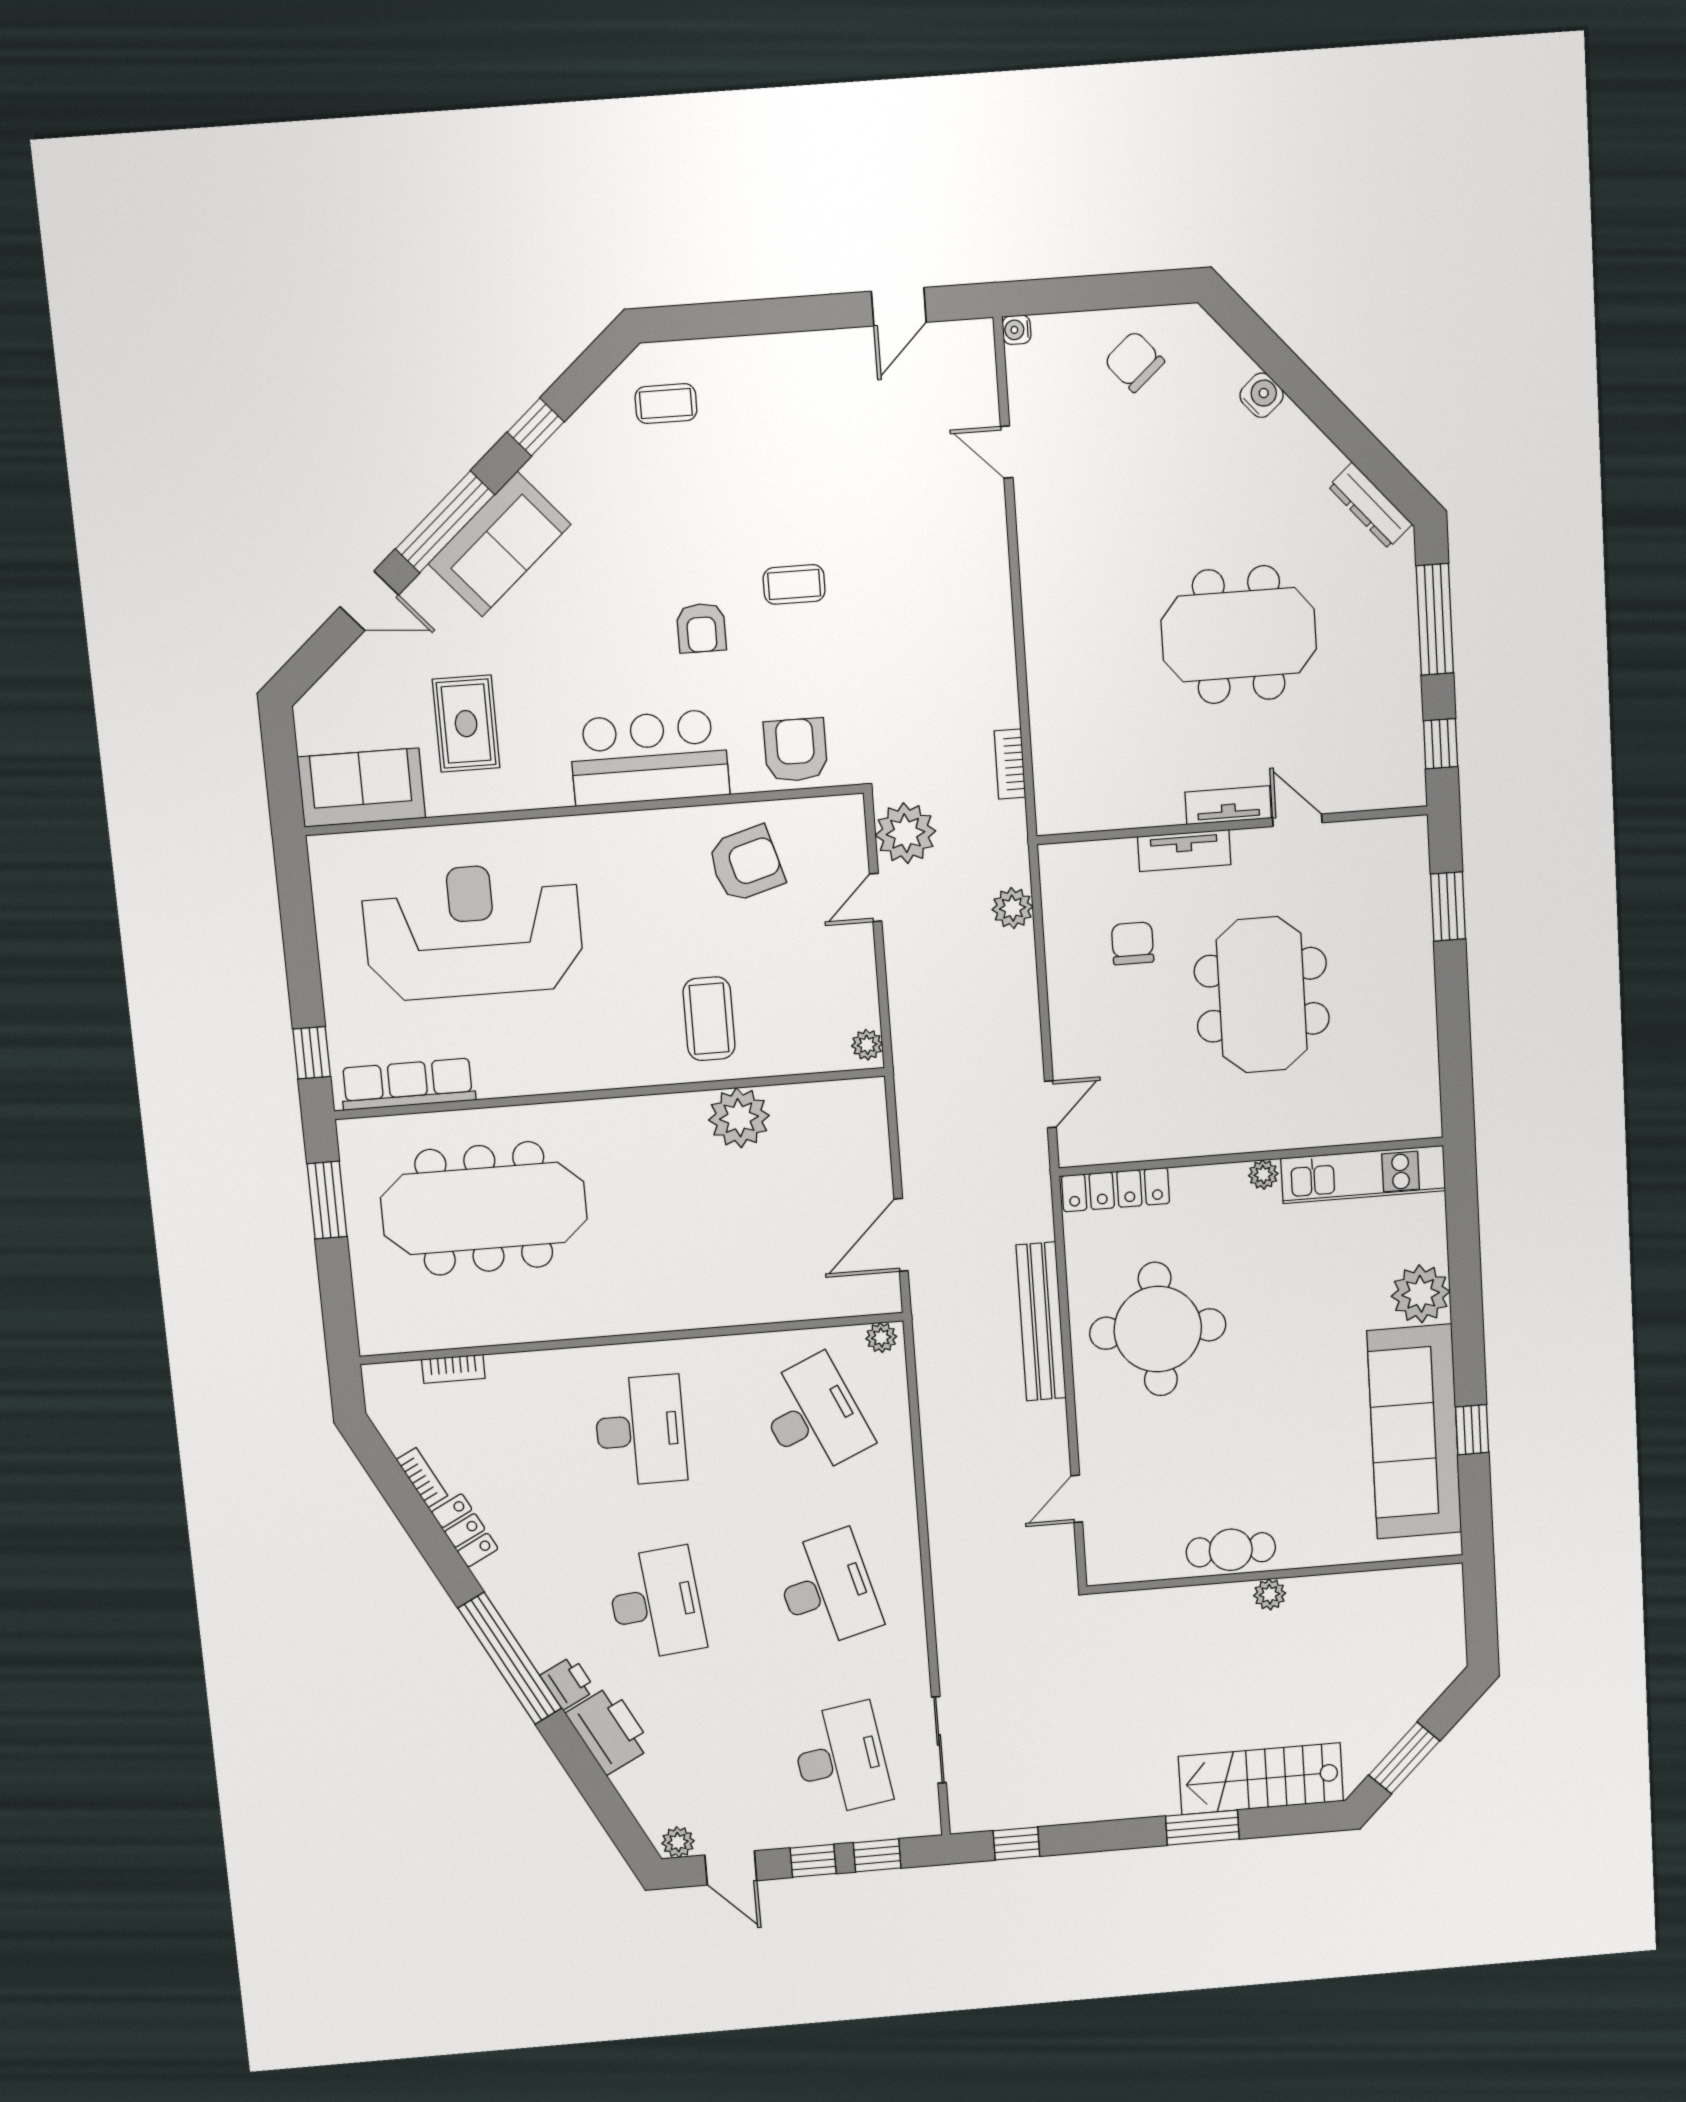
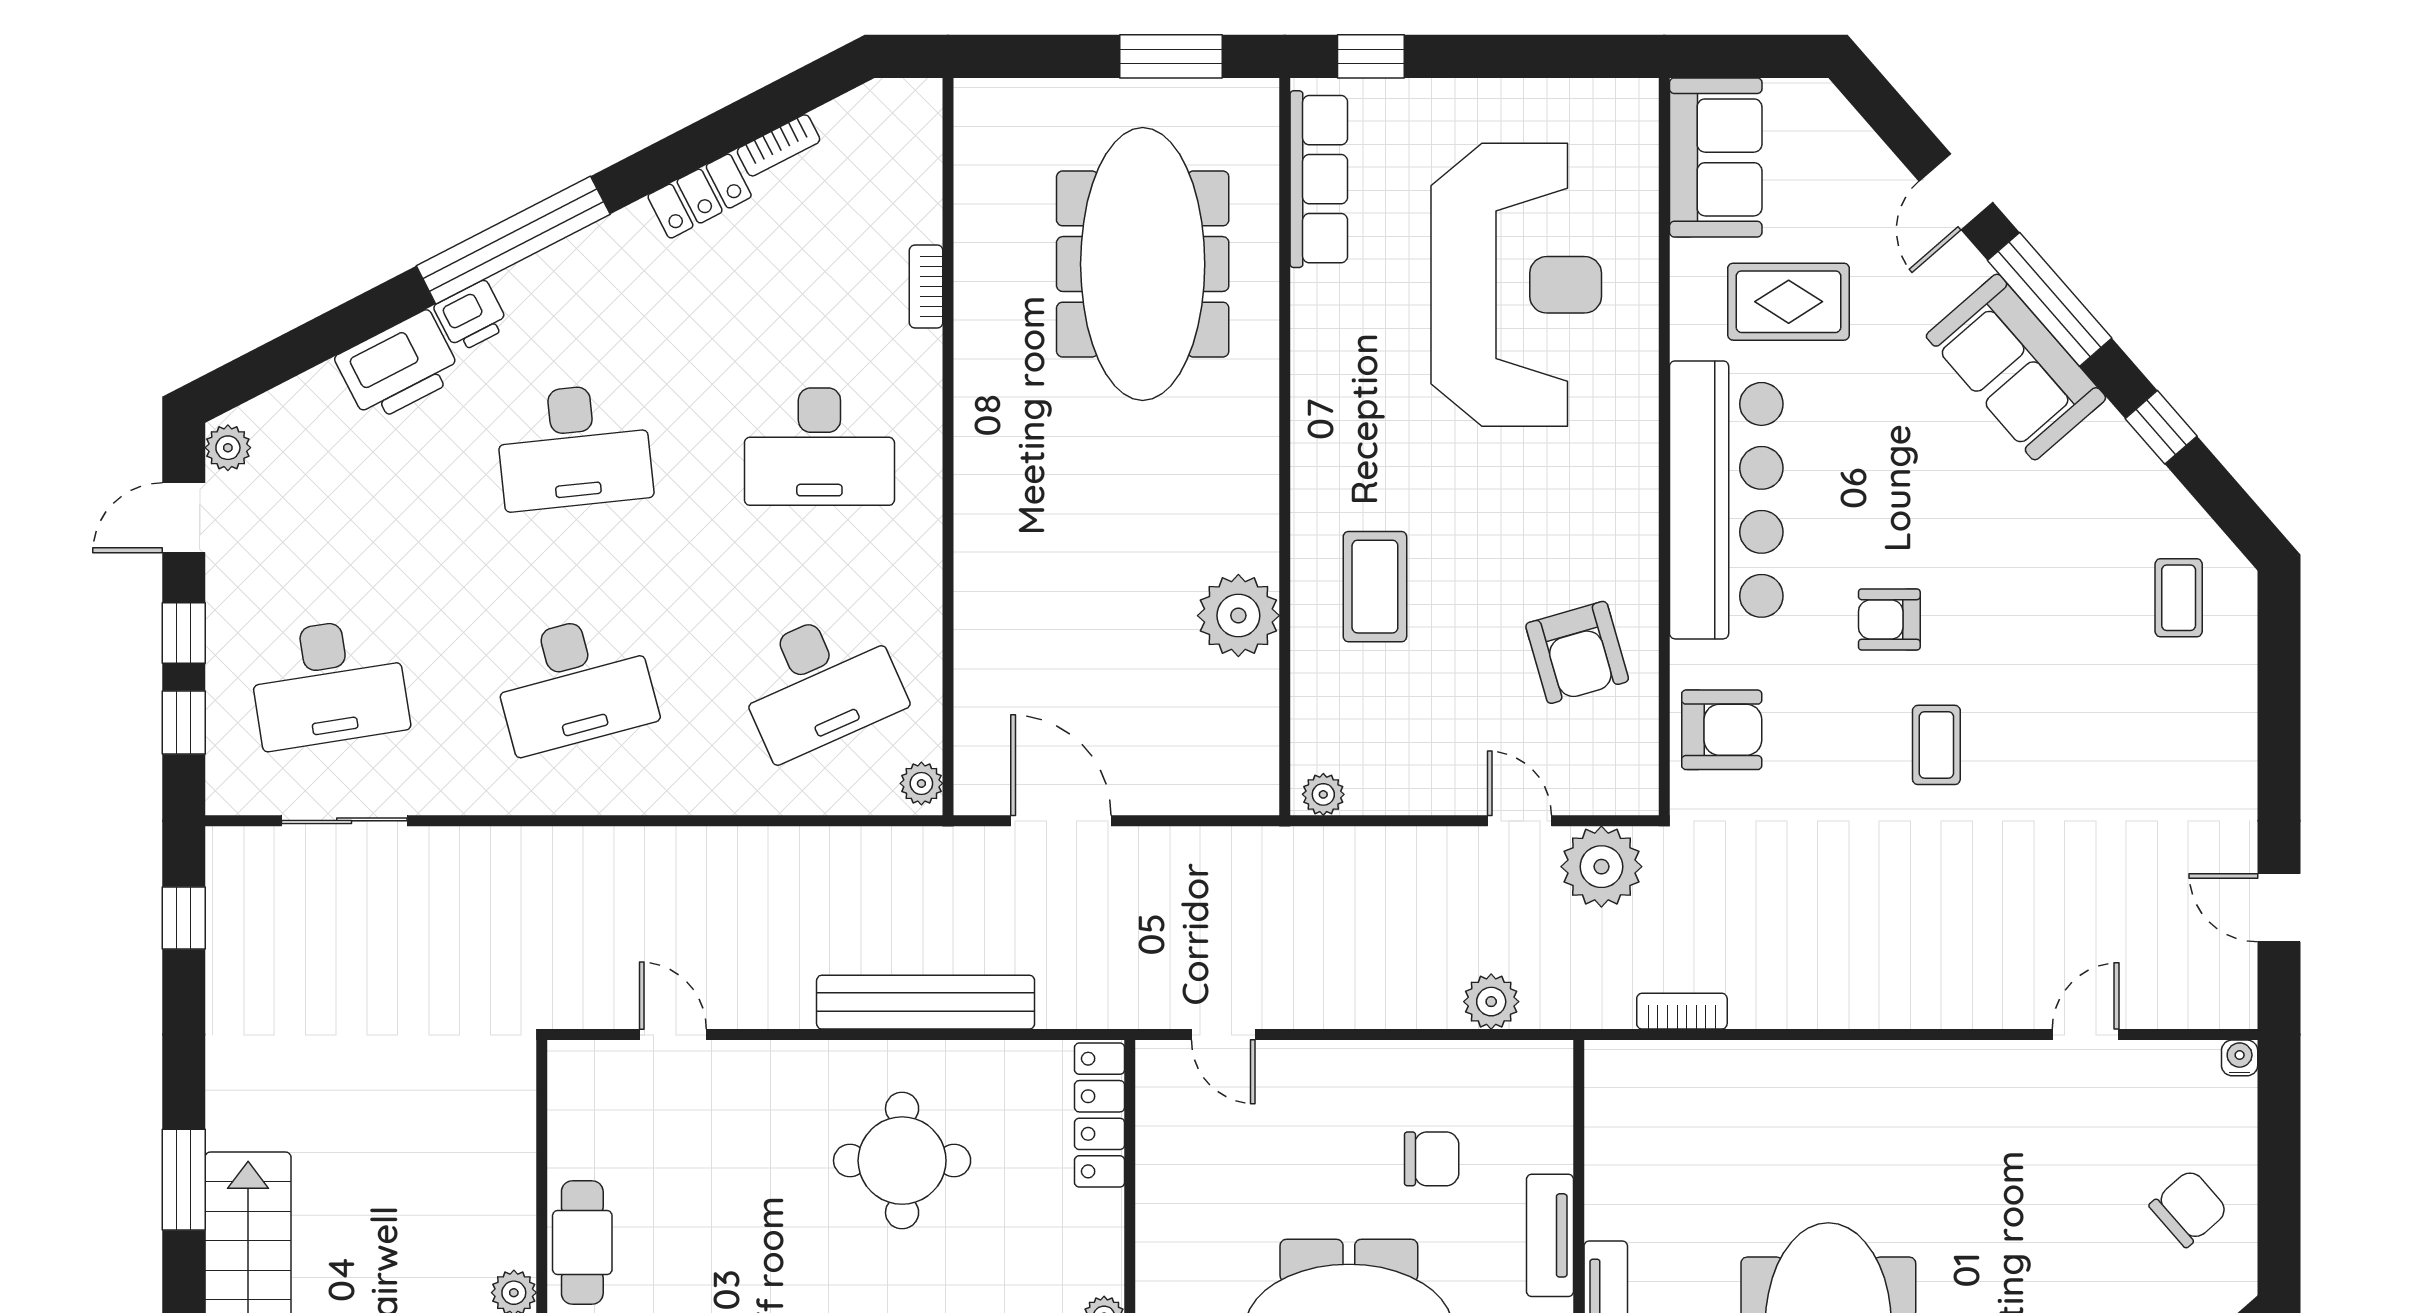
bar counter: (649, 758) -> (1726, 500), width x1.36
coffee table: (709, 1019) -> (1375, 587), turned 90
round table: (1158, 1329) -> (902, 1161), width x0.73, depth x0.73
bookcase: (453, 1369) -> (926, 287), moved

